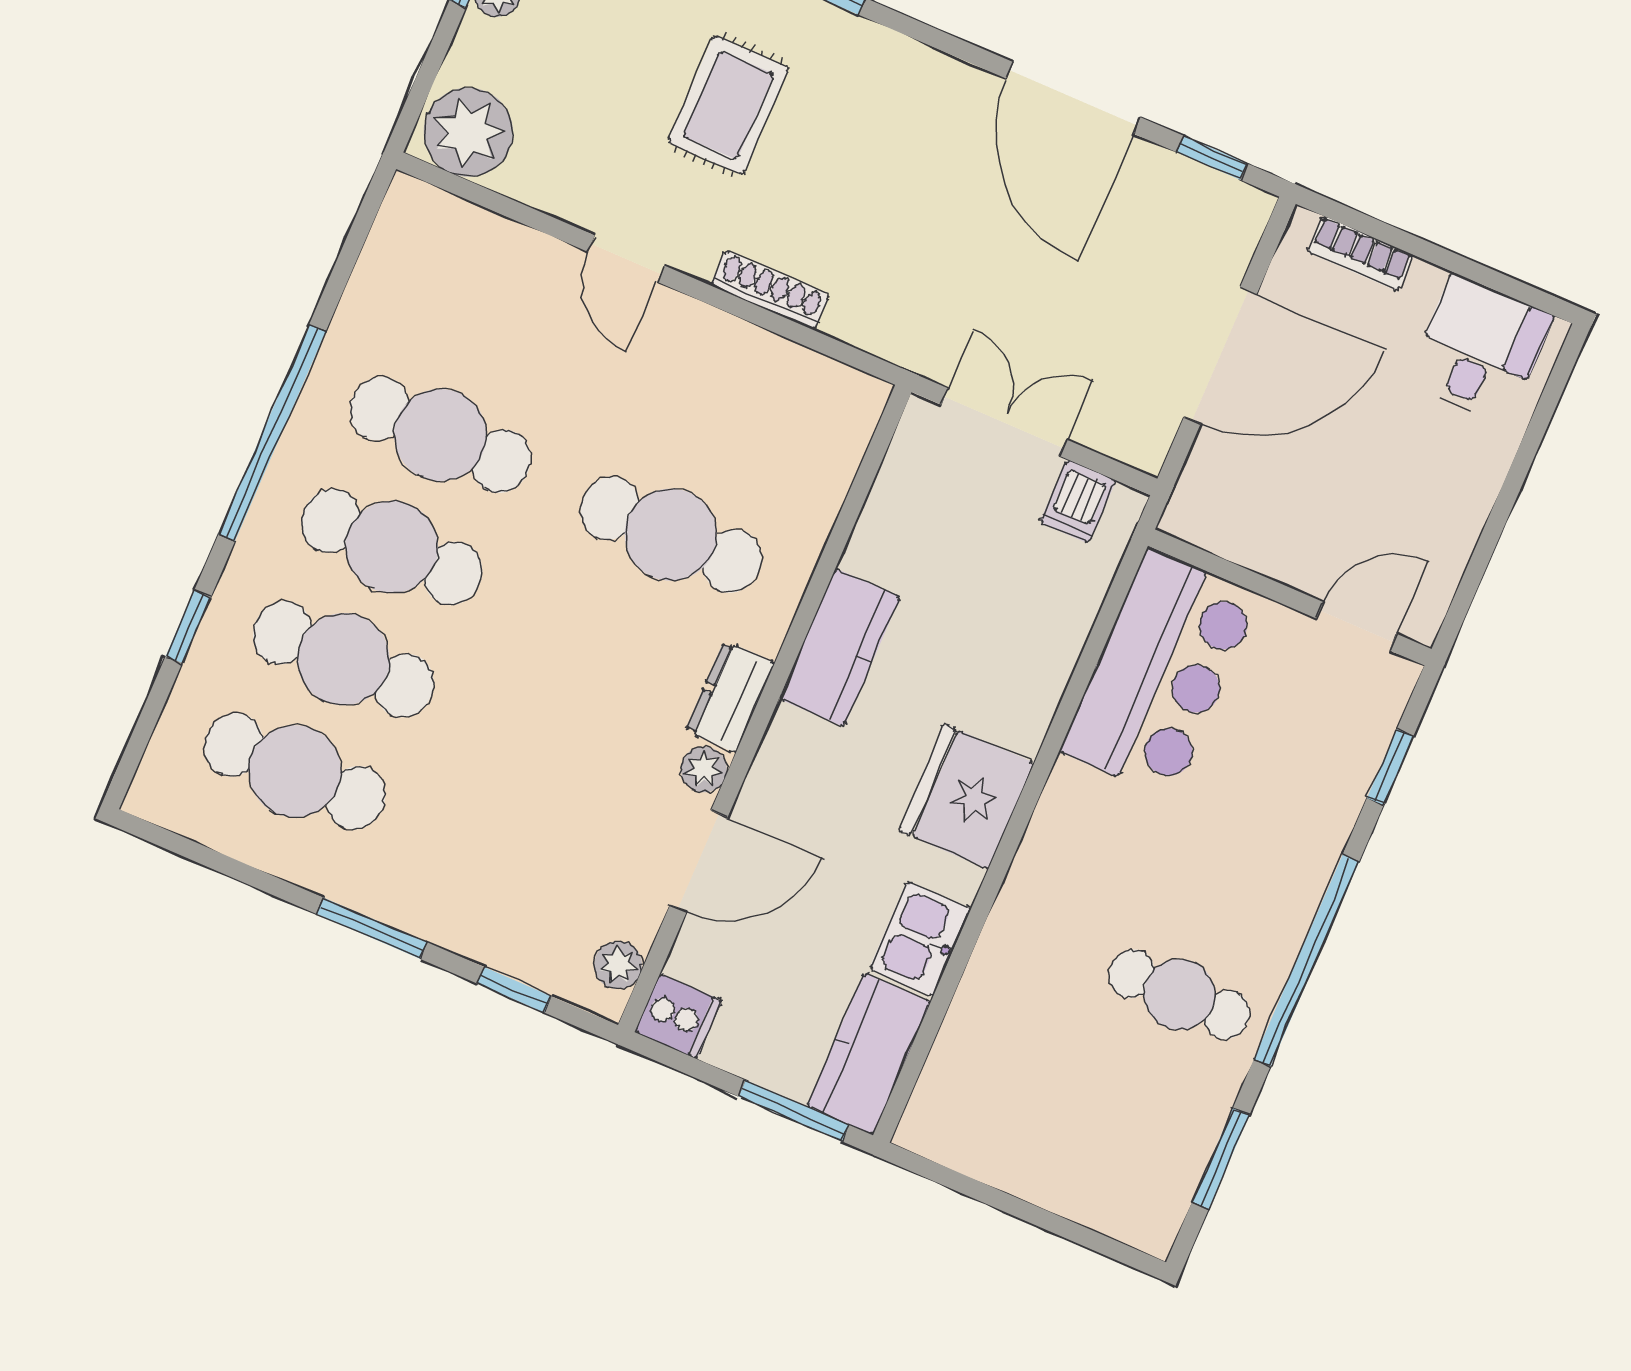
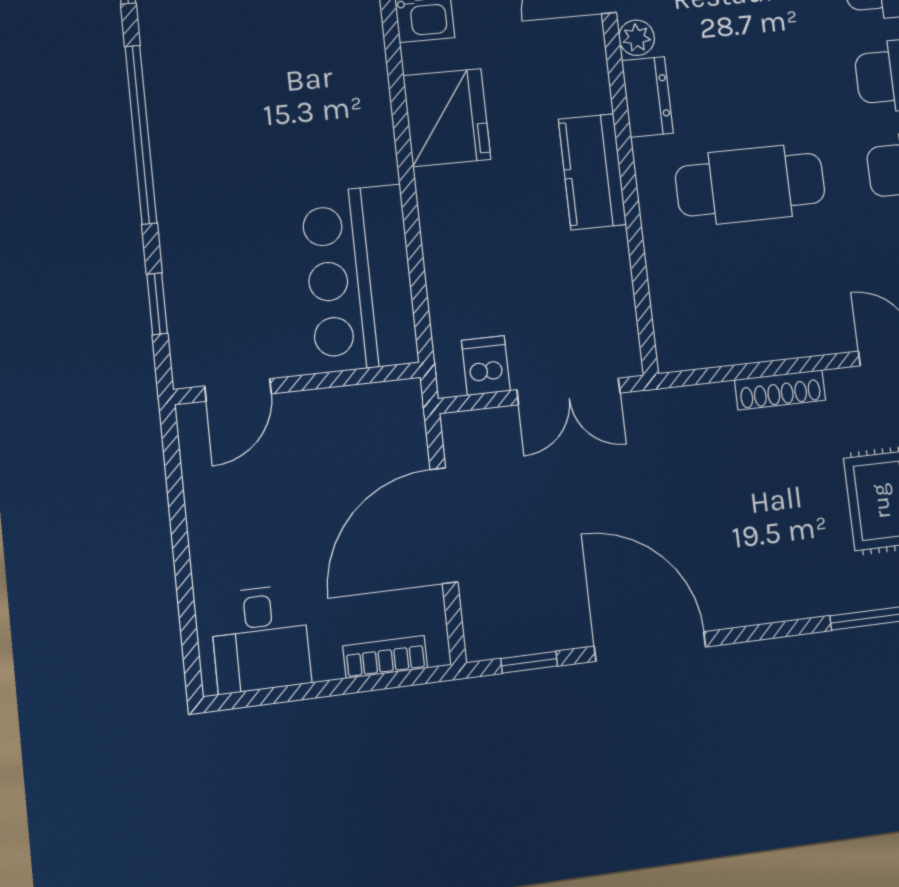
cafe table: (1179, 994) -> (219, 62), removed

